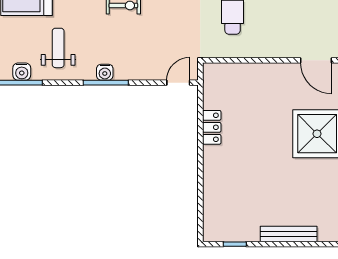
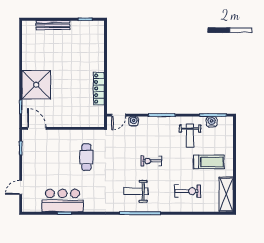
water cooler: (105, 72) -> (134, 121), moved
locker: (212, 127) -> (99, 89), width x1.53

